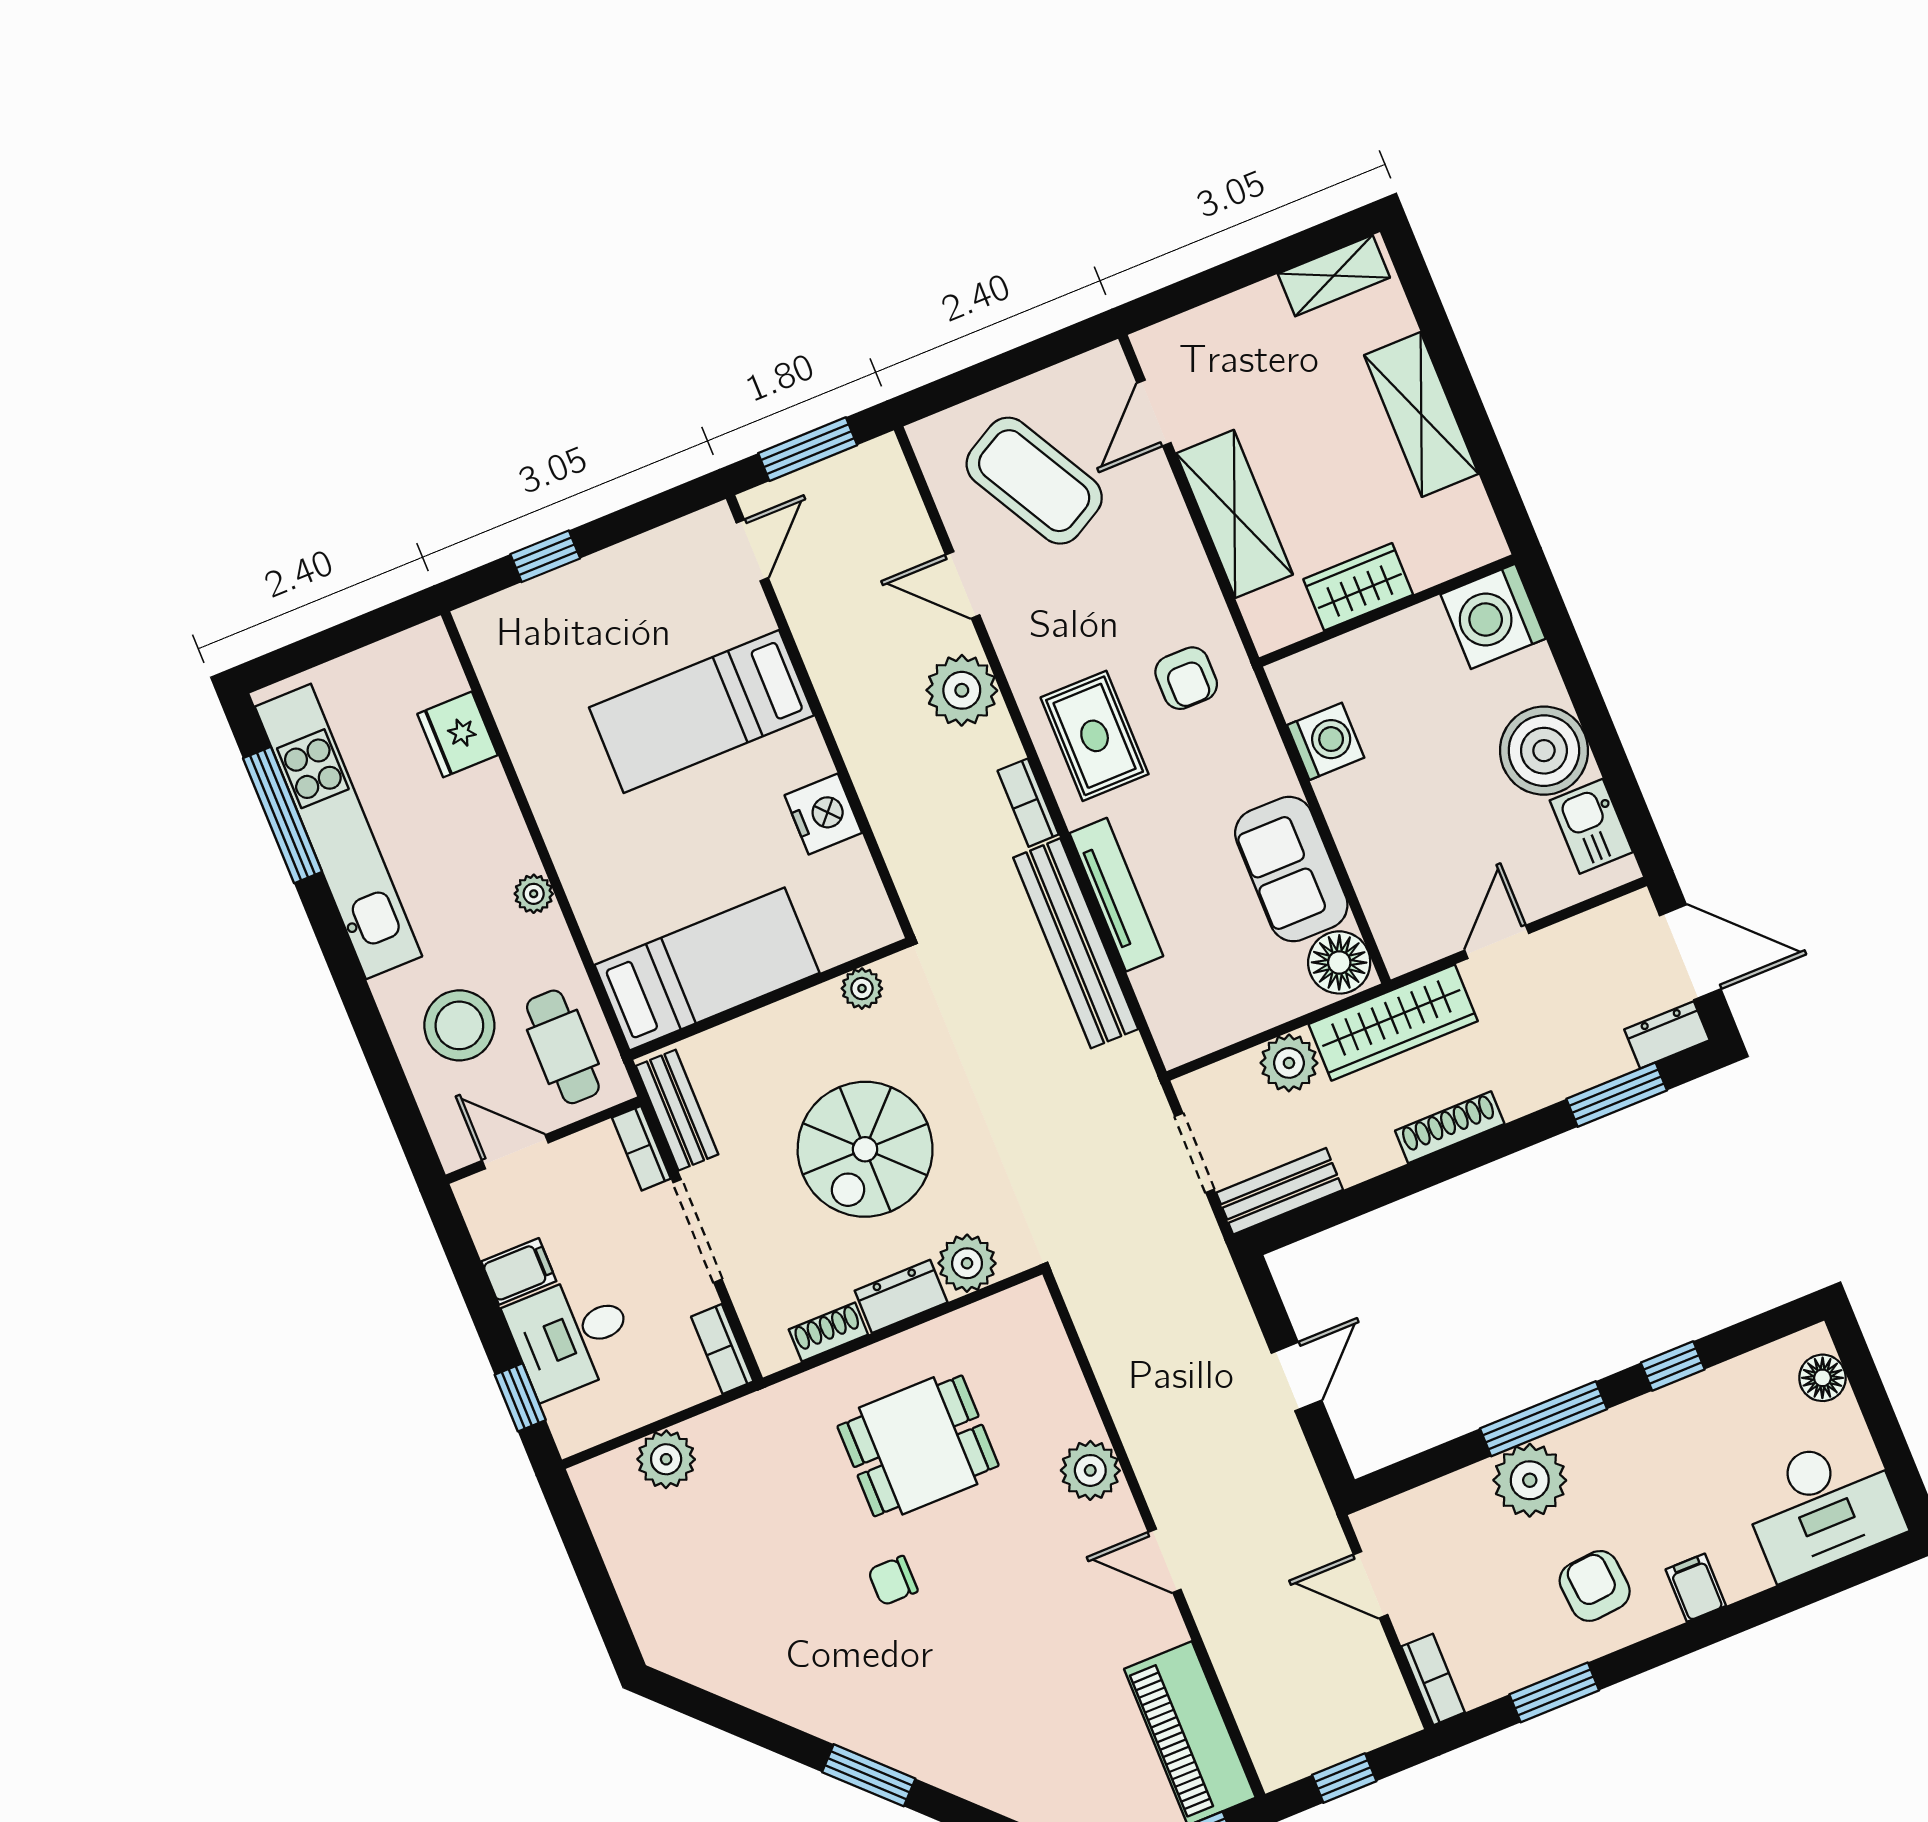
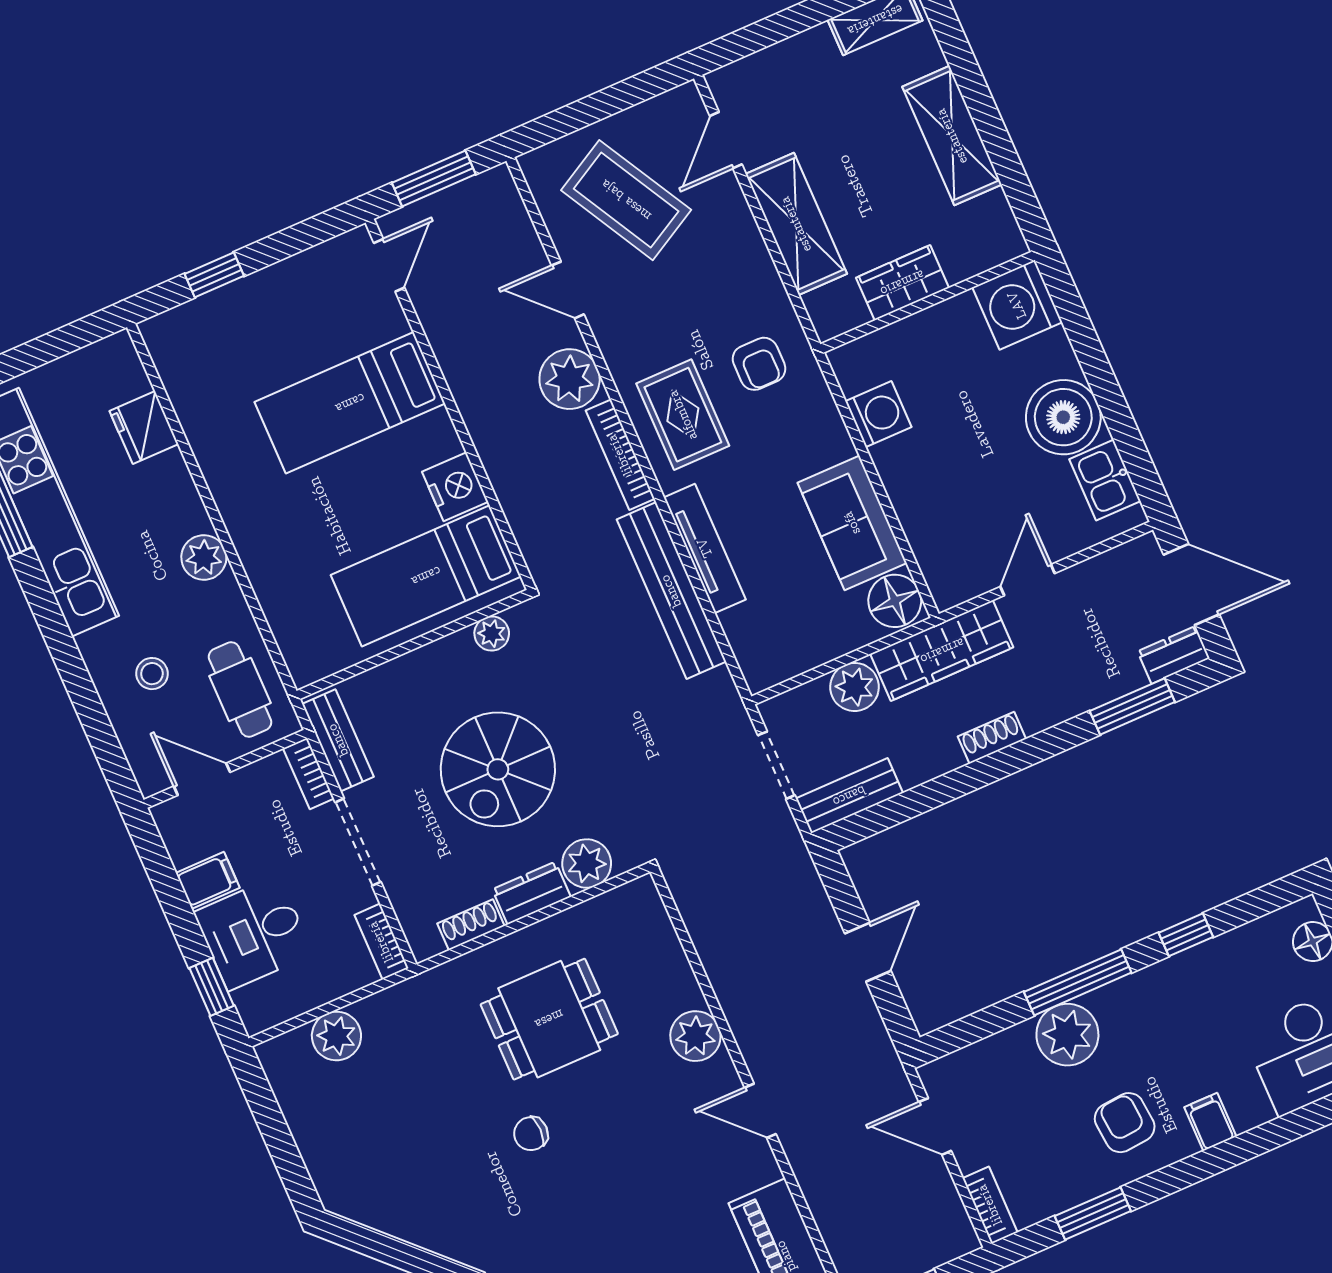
bookcase: (1028, 803) -> (620, 455), width x1.56
plant: (534, 894) -> (204, 557), width x1.38, depth x1.38
bed: (707, 969) -> (426, 576), moved, turned 180
stool: (459, 1025) -> (152, 674), width x0.53, depth x0.53
shoe rack: (1450, 1127) -> (992, 738), width x0.70

